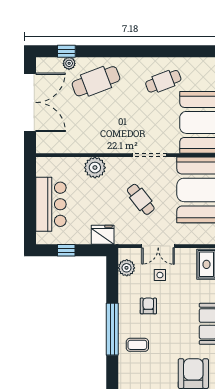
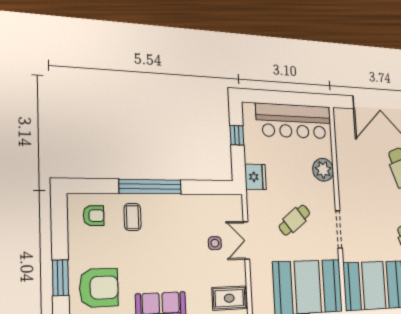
bar counter: (51, 204) -> (294, 121), width x1.36
plant: (127, 268) -> (221, 204), removed
armchair: (148, 306) -> (94, 216), moved

